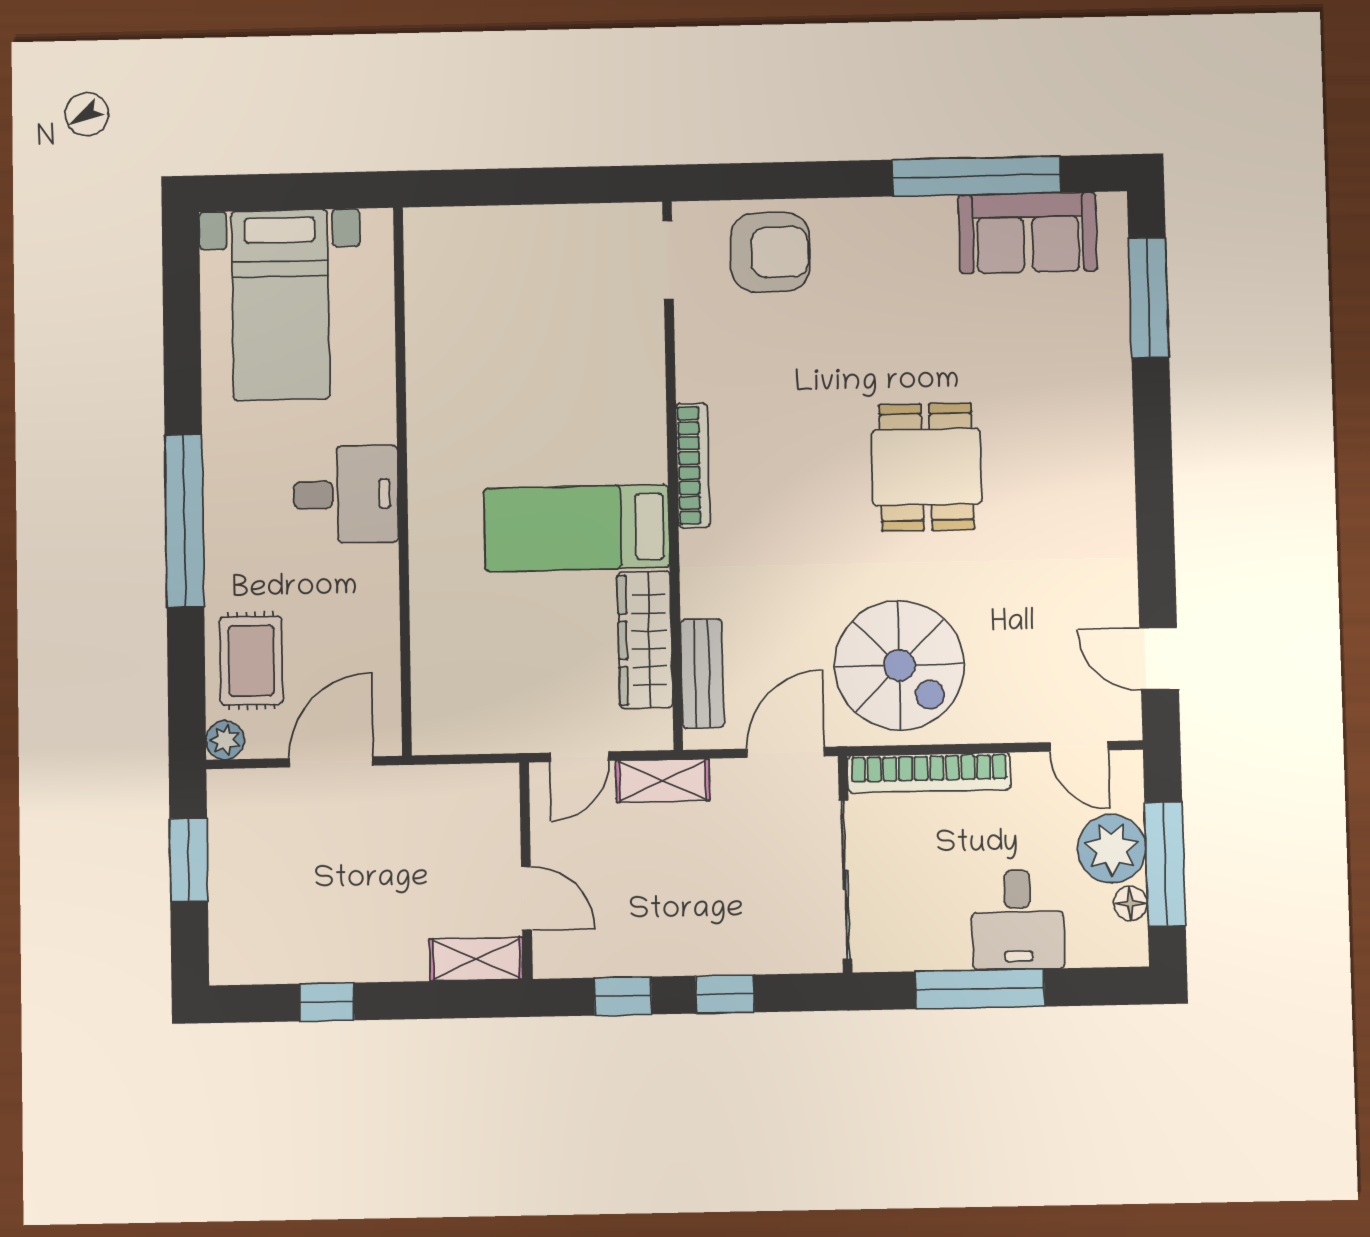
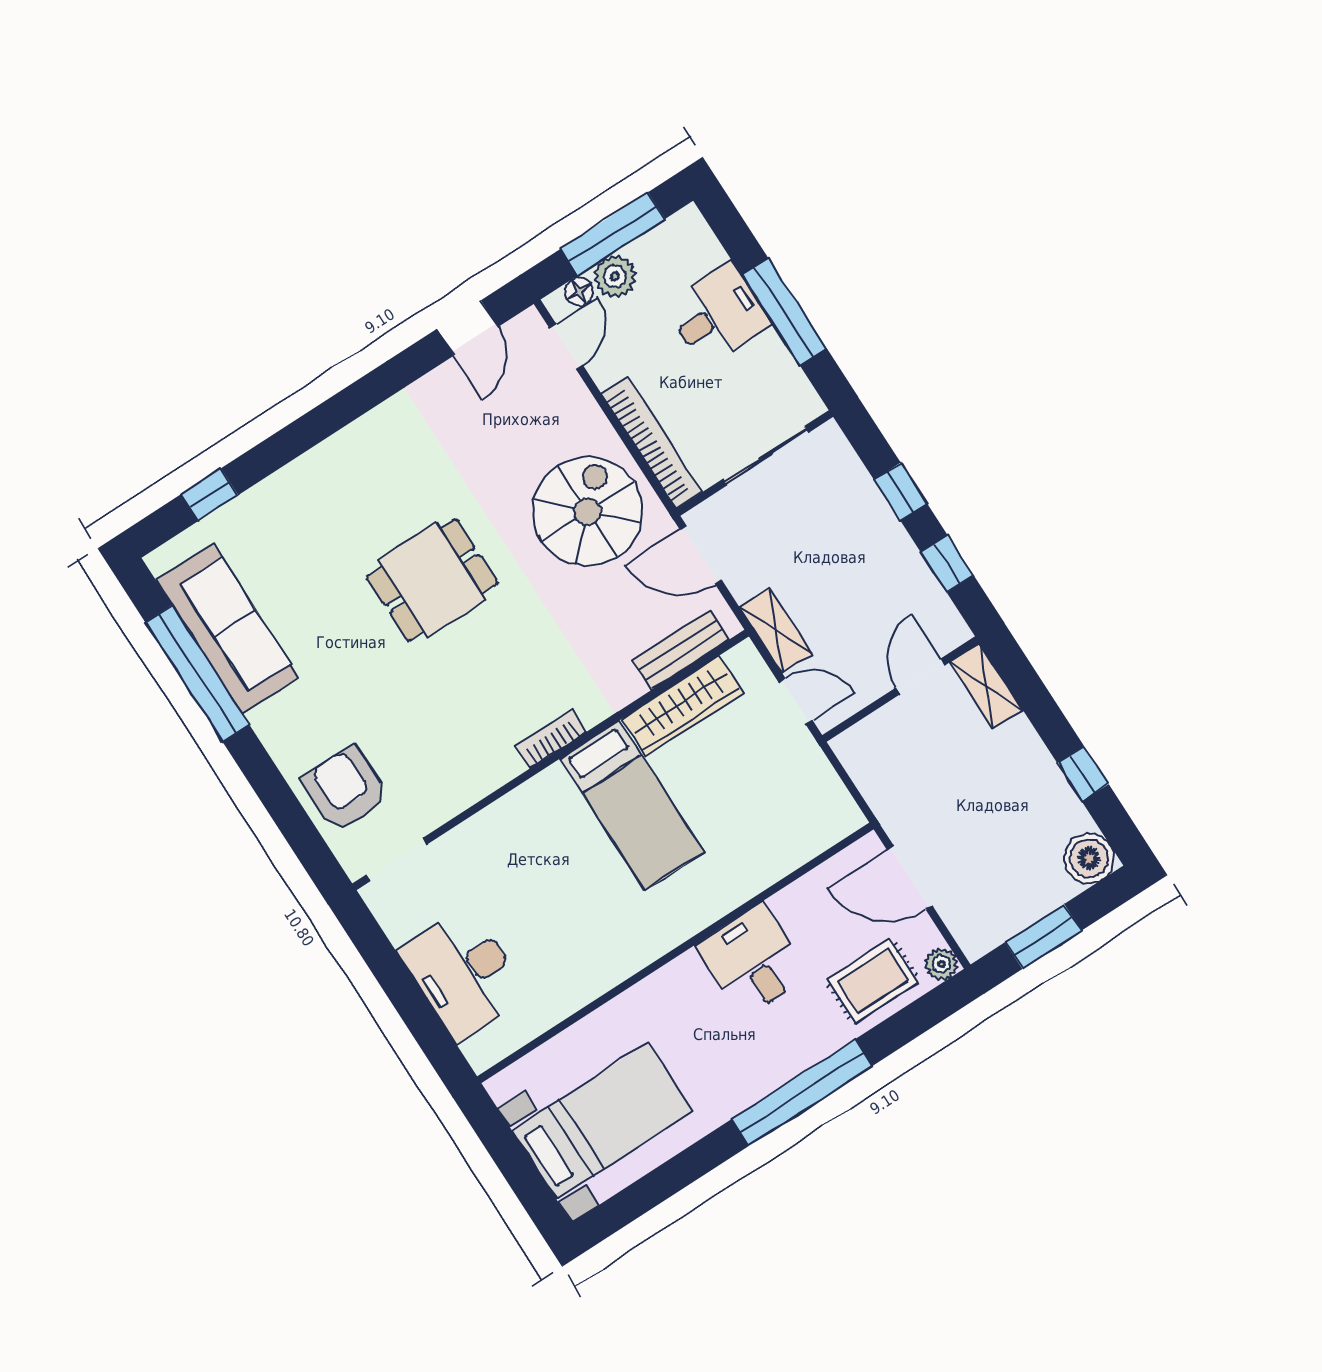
sofa: (1028, 233) -> (228, 629), width x1.36
desk: (513, 256) -> (463, 974), added
window: (1149, 298) -> (210, 495), width x0.46
bookcase: (693, 465) -> (551, 739), width x0.64
desk: (346, 494) -> (753, 961), moved
plant: (1112, 849) -> (615, 276), width x0.73, depth x0.73
sliding door: (845, 880) -> (766, 456), width x0.73
floor lamp: (1130, 903) -> (579, 292), moved
boiler: (238, 955) -> (1089, 858), added

